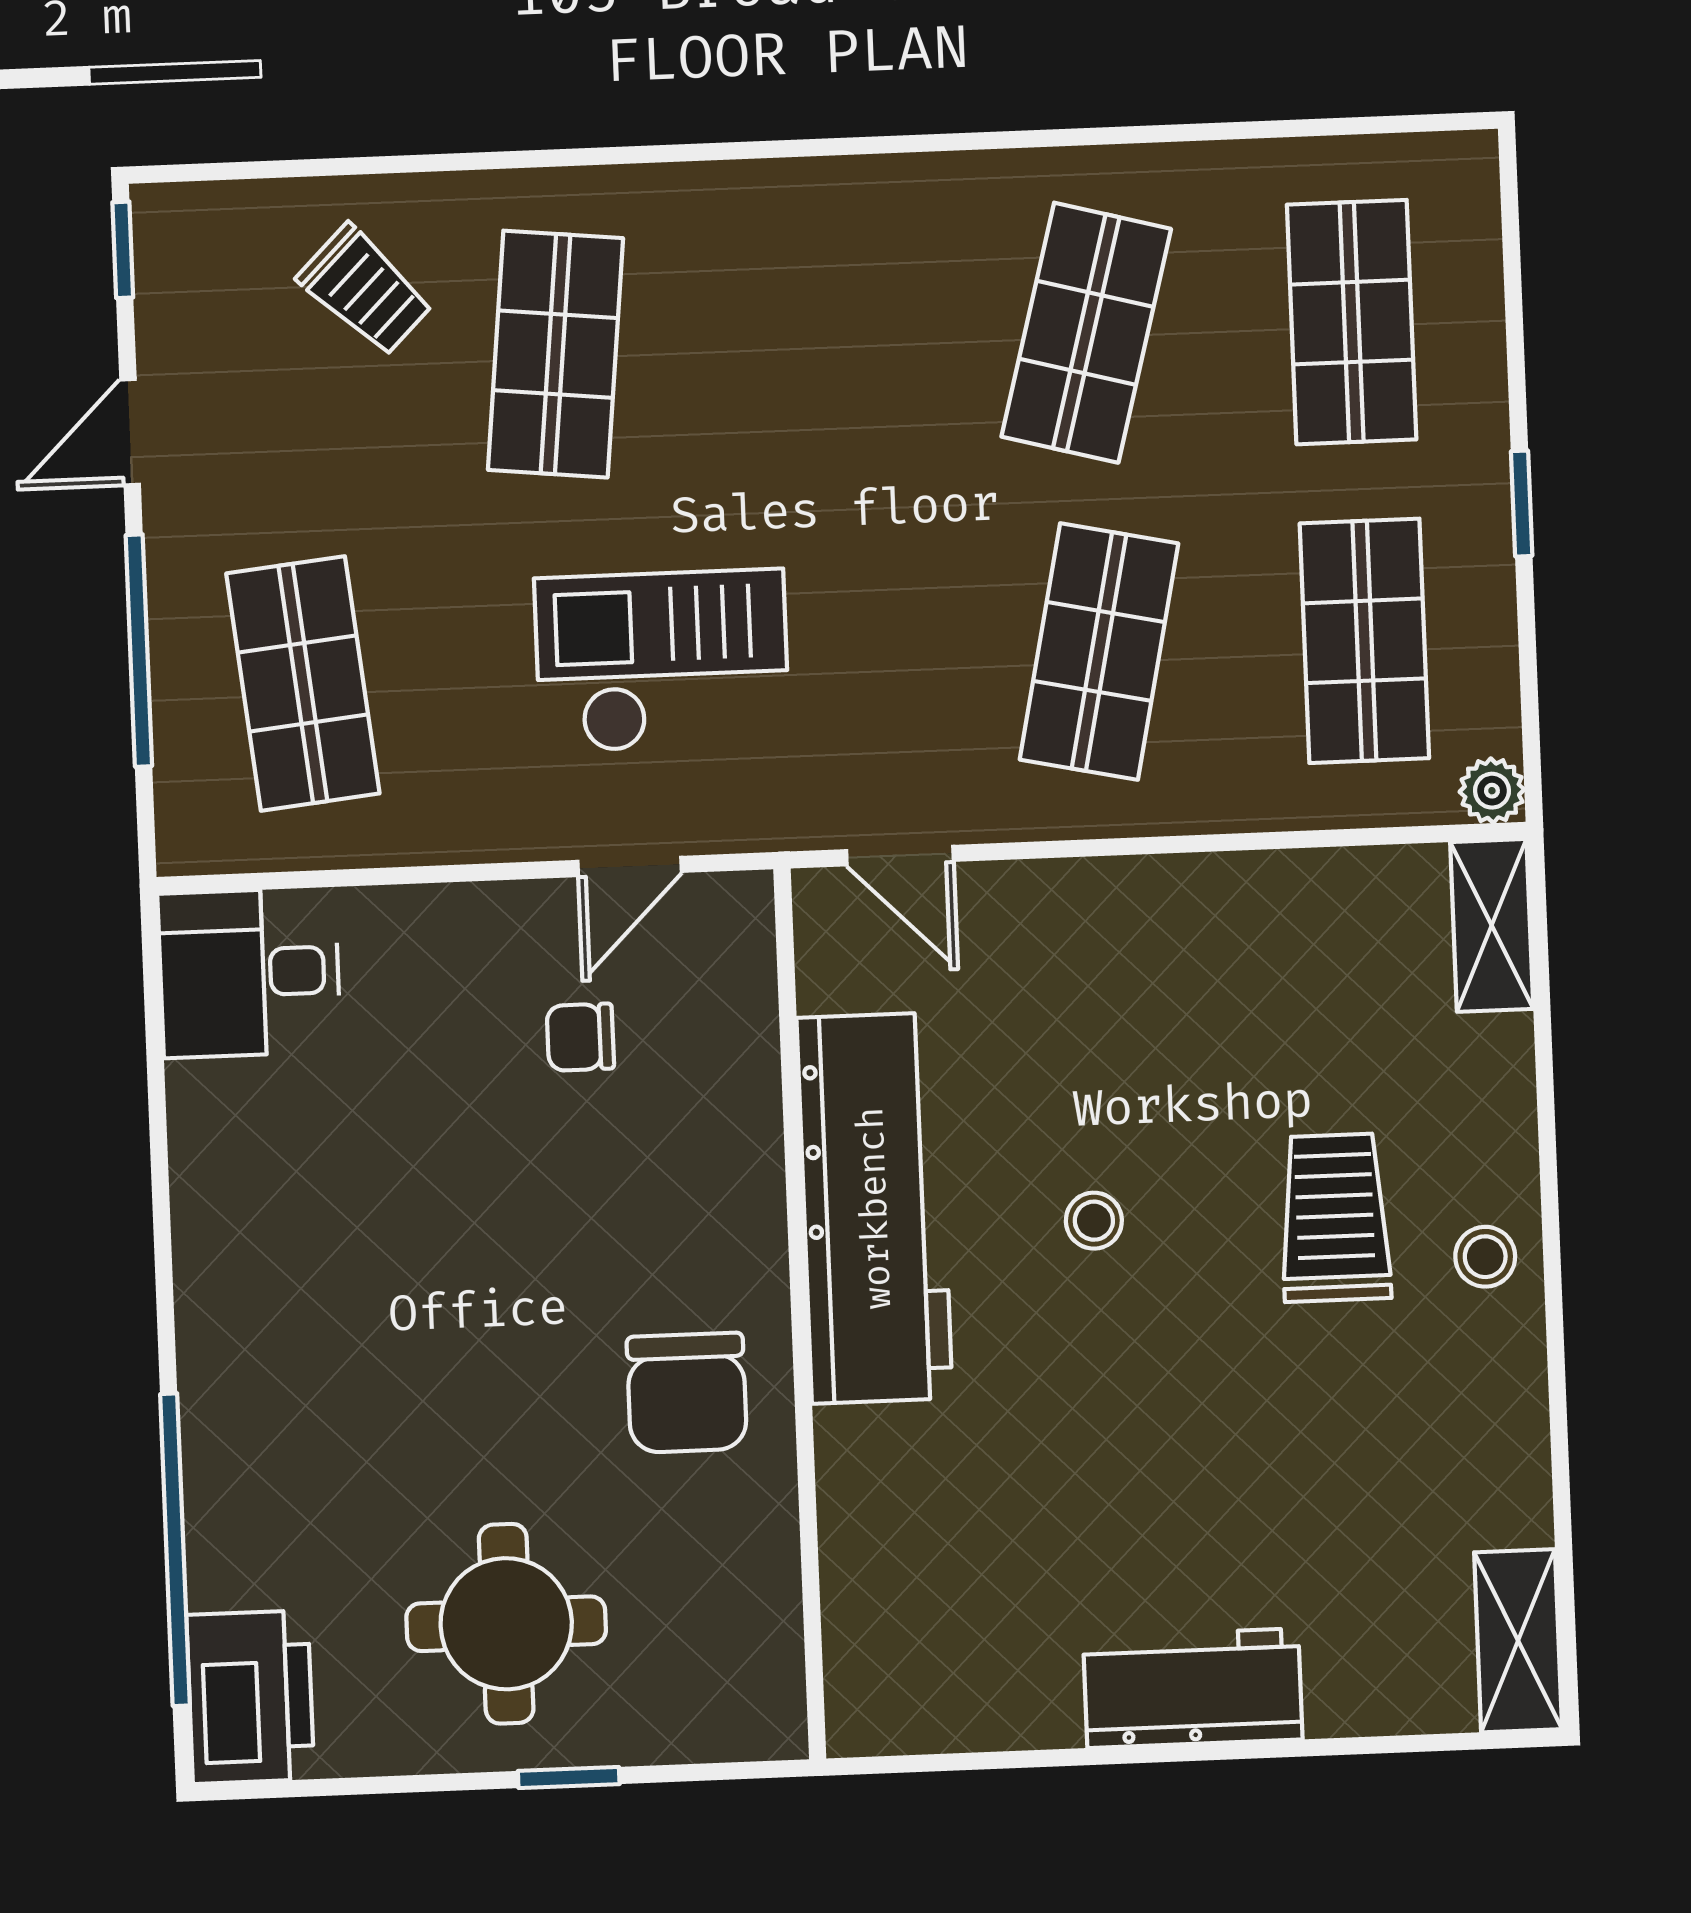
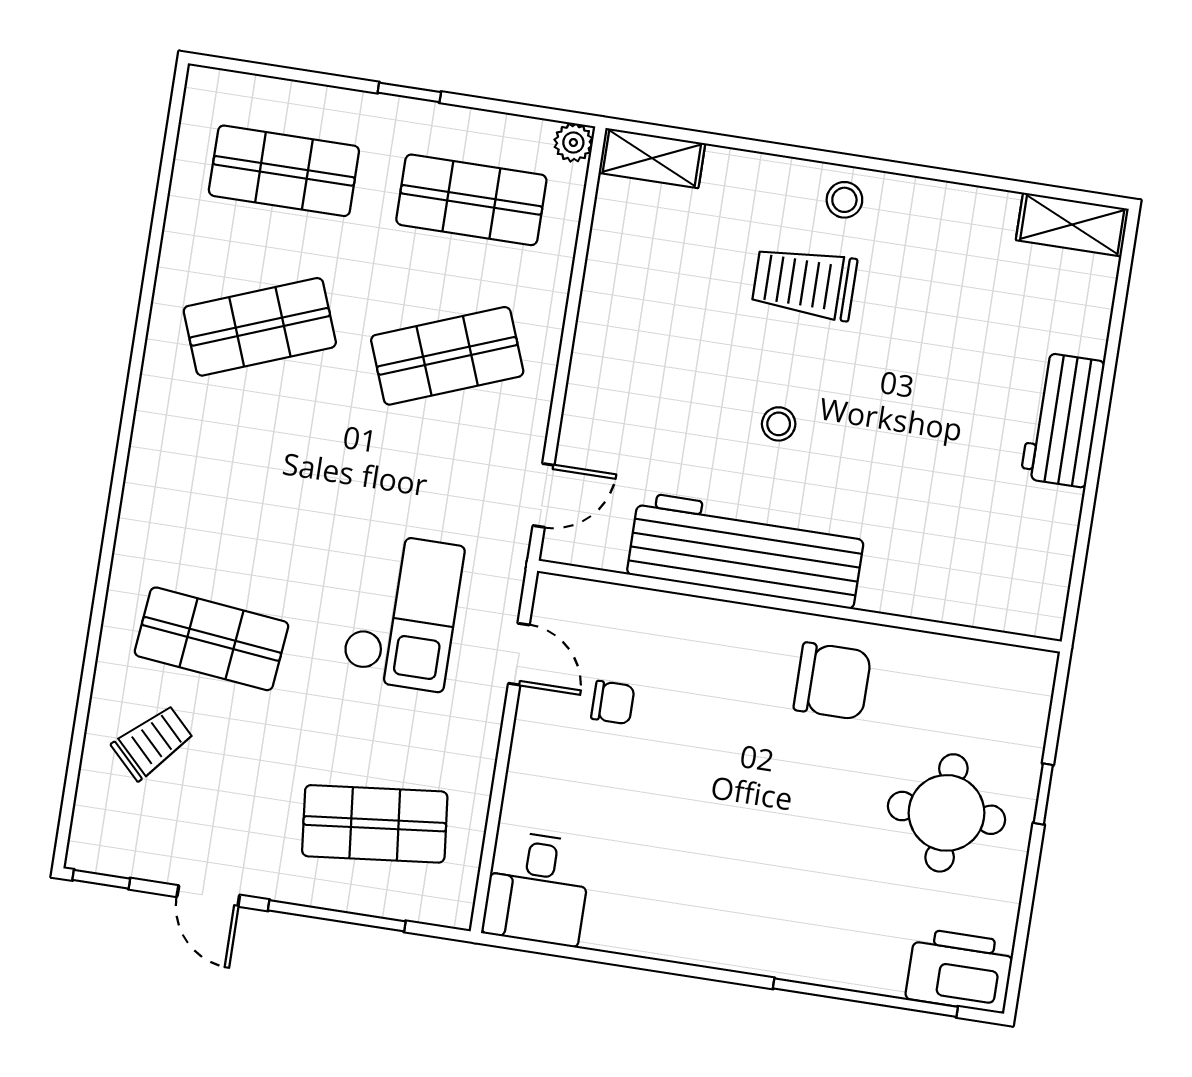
shop shelf: (1086, 333) -> (260, 327), turned -36
shop shelf: (1099, 651) -> (447, 356), turned -33
checkout: (662, 661) -> (403, 612), turned 180
chair: (580, 1037) -> (613, 703), turned -90

